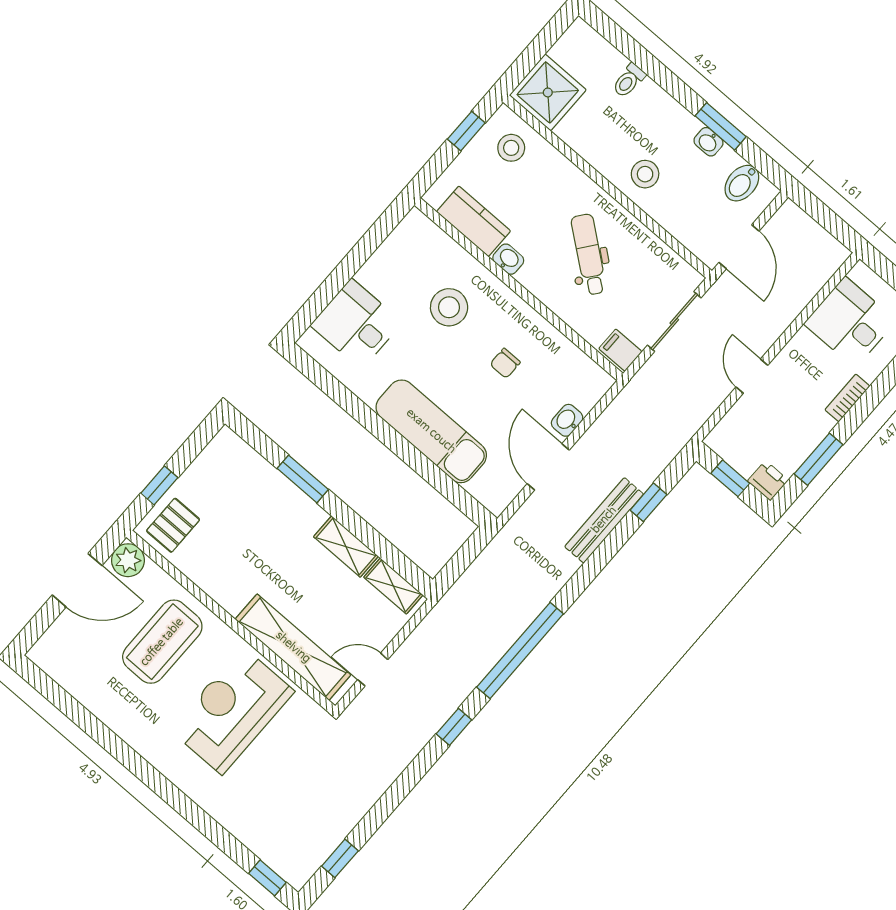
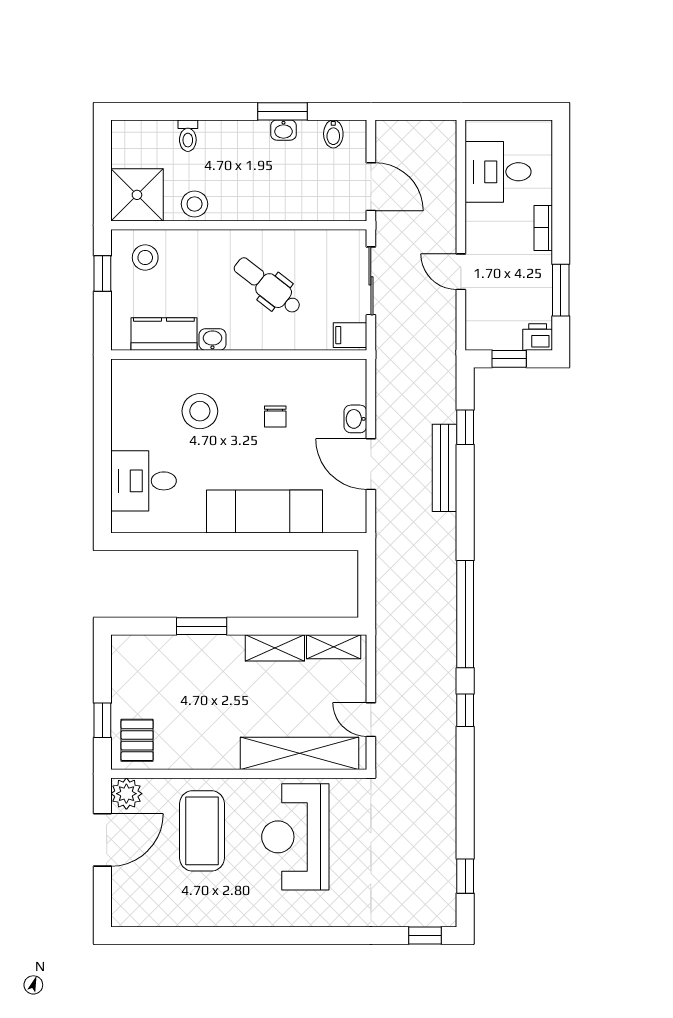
stool: (645, 174) -> (195, 204), moved
bidet: (742, 183) -> (333, 134), width x0.72, depth x0.74
door: (373, 670) -> (371, 720), hinge flipped

